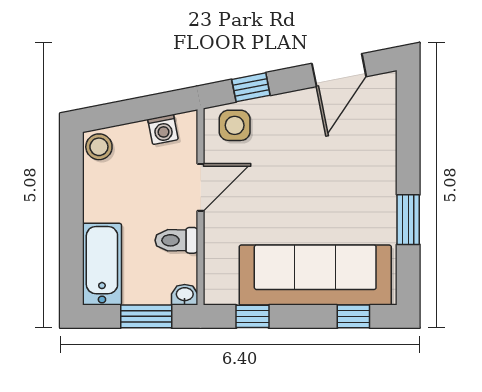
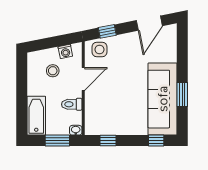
stool: (99, 147) -> (53, 71), moved
sofa: (315, 275) -> (163, 99), moved, turned -90

